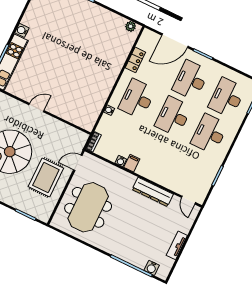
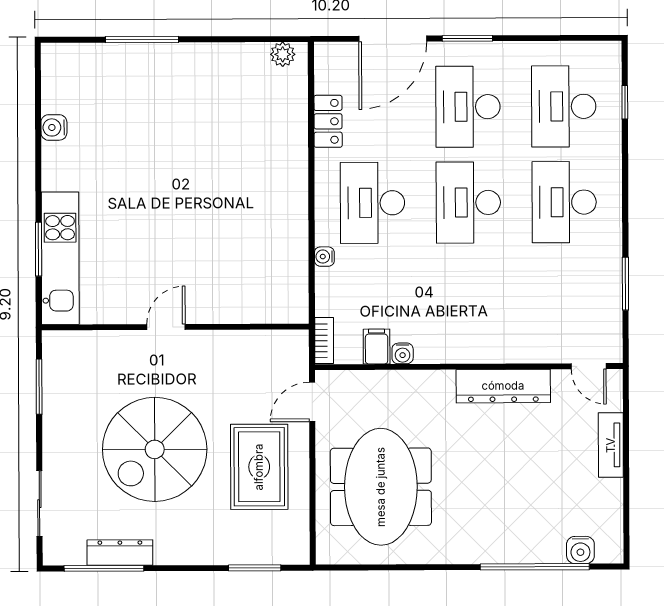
water cooler: (22, 30) -> (54, 127), moved
filing cabinet: (132, 163) -> (377, 347), moved
tv unit: (177, 245) -> (611, 445), moved

